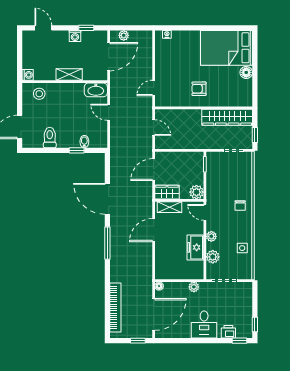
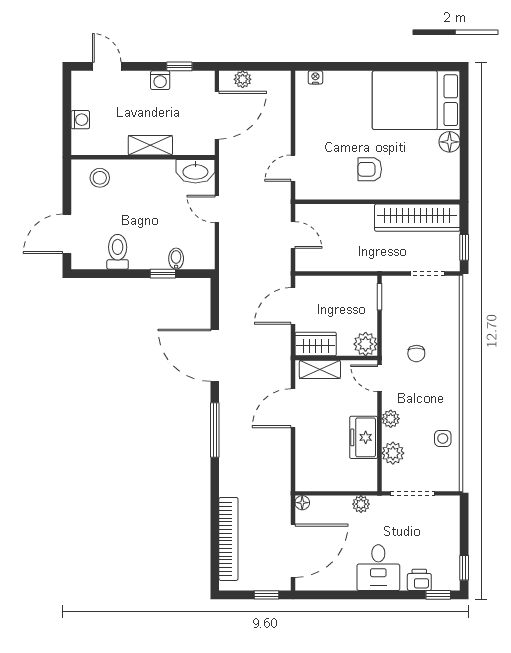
washing machine: (28, 75) -> (80, 120), moved
chair: (240, 206) -> (416, 354), moved

